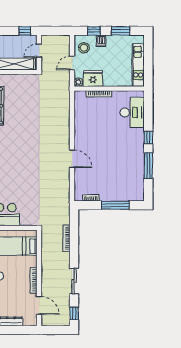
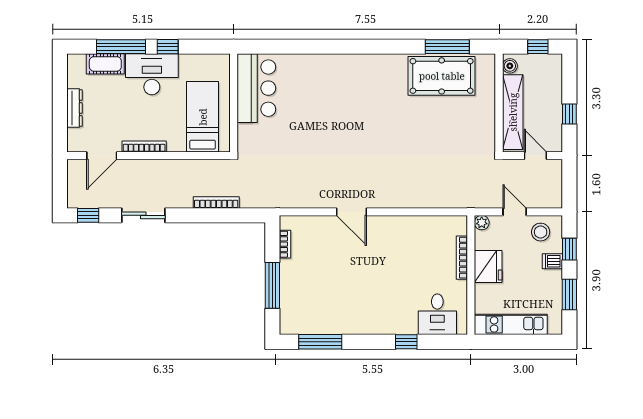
window: (25, 31) -> (569, 114), moved
fridge: (93, 79) -> (488, 267), moved
desk: (132, 112) -> (437, 314), width x0.73
window: (148, 137) -> (406, 342), moved
door: (72, 159) -> (351, 212), hinge flipped
window: (148, 166) -> (320, 342), moved

